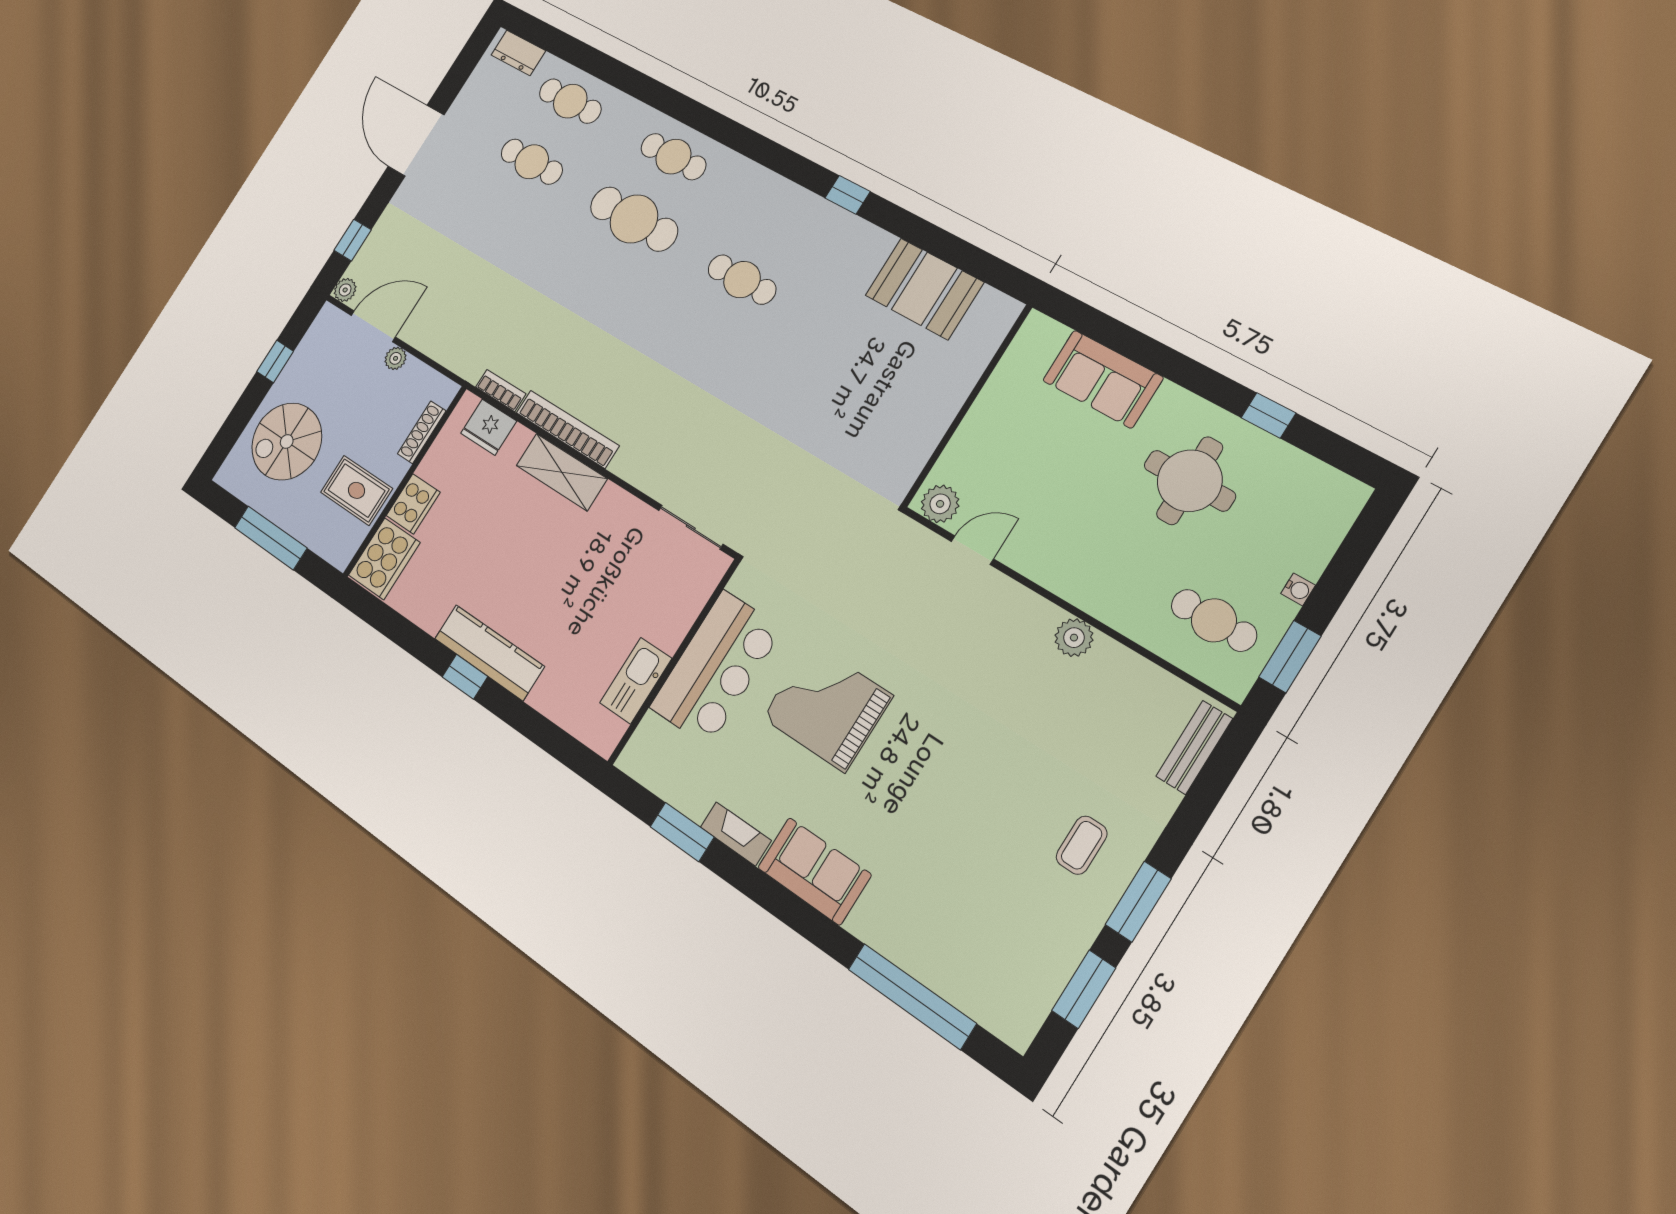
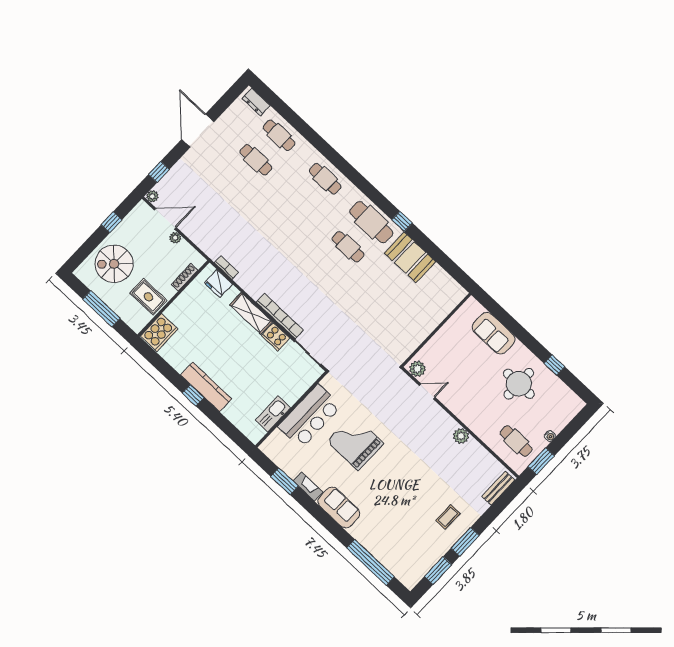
cafe table: (634, 219) -> (371, 222), moved
booth: (924, 289) -> (410, 257), moved
bookcase: (567, 429) -> (280, 316), moved
cooker: (413, 504) -> (276, 337), moved, turned 90

